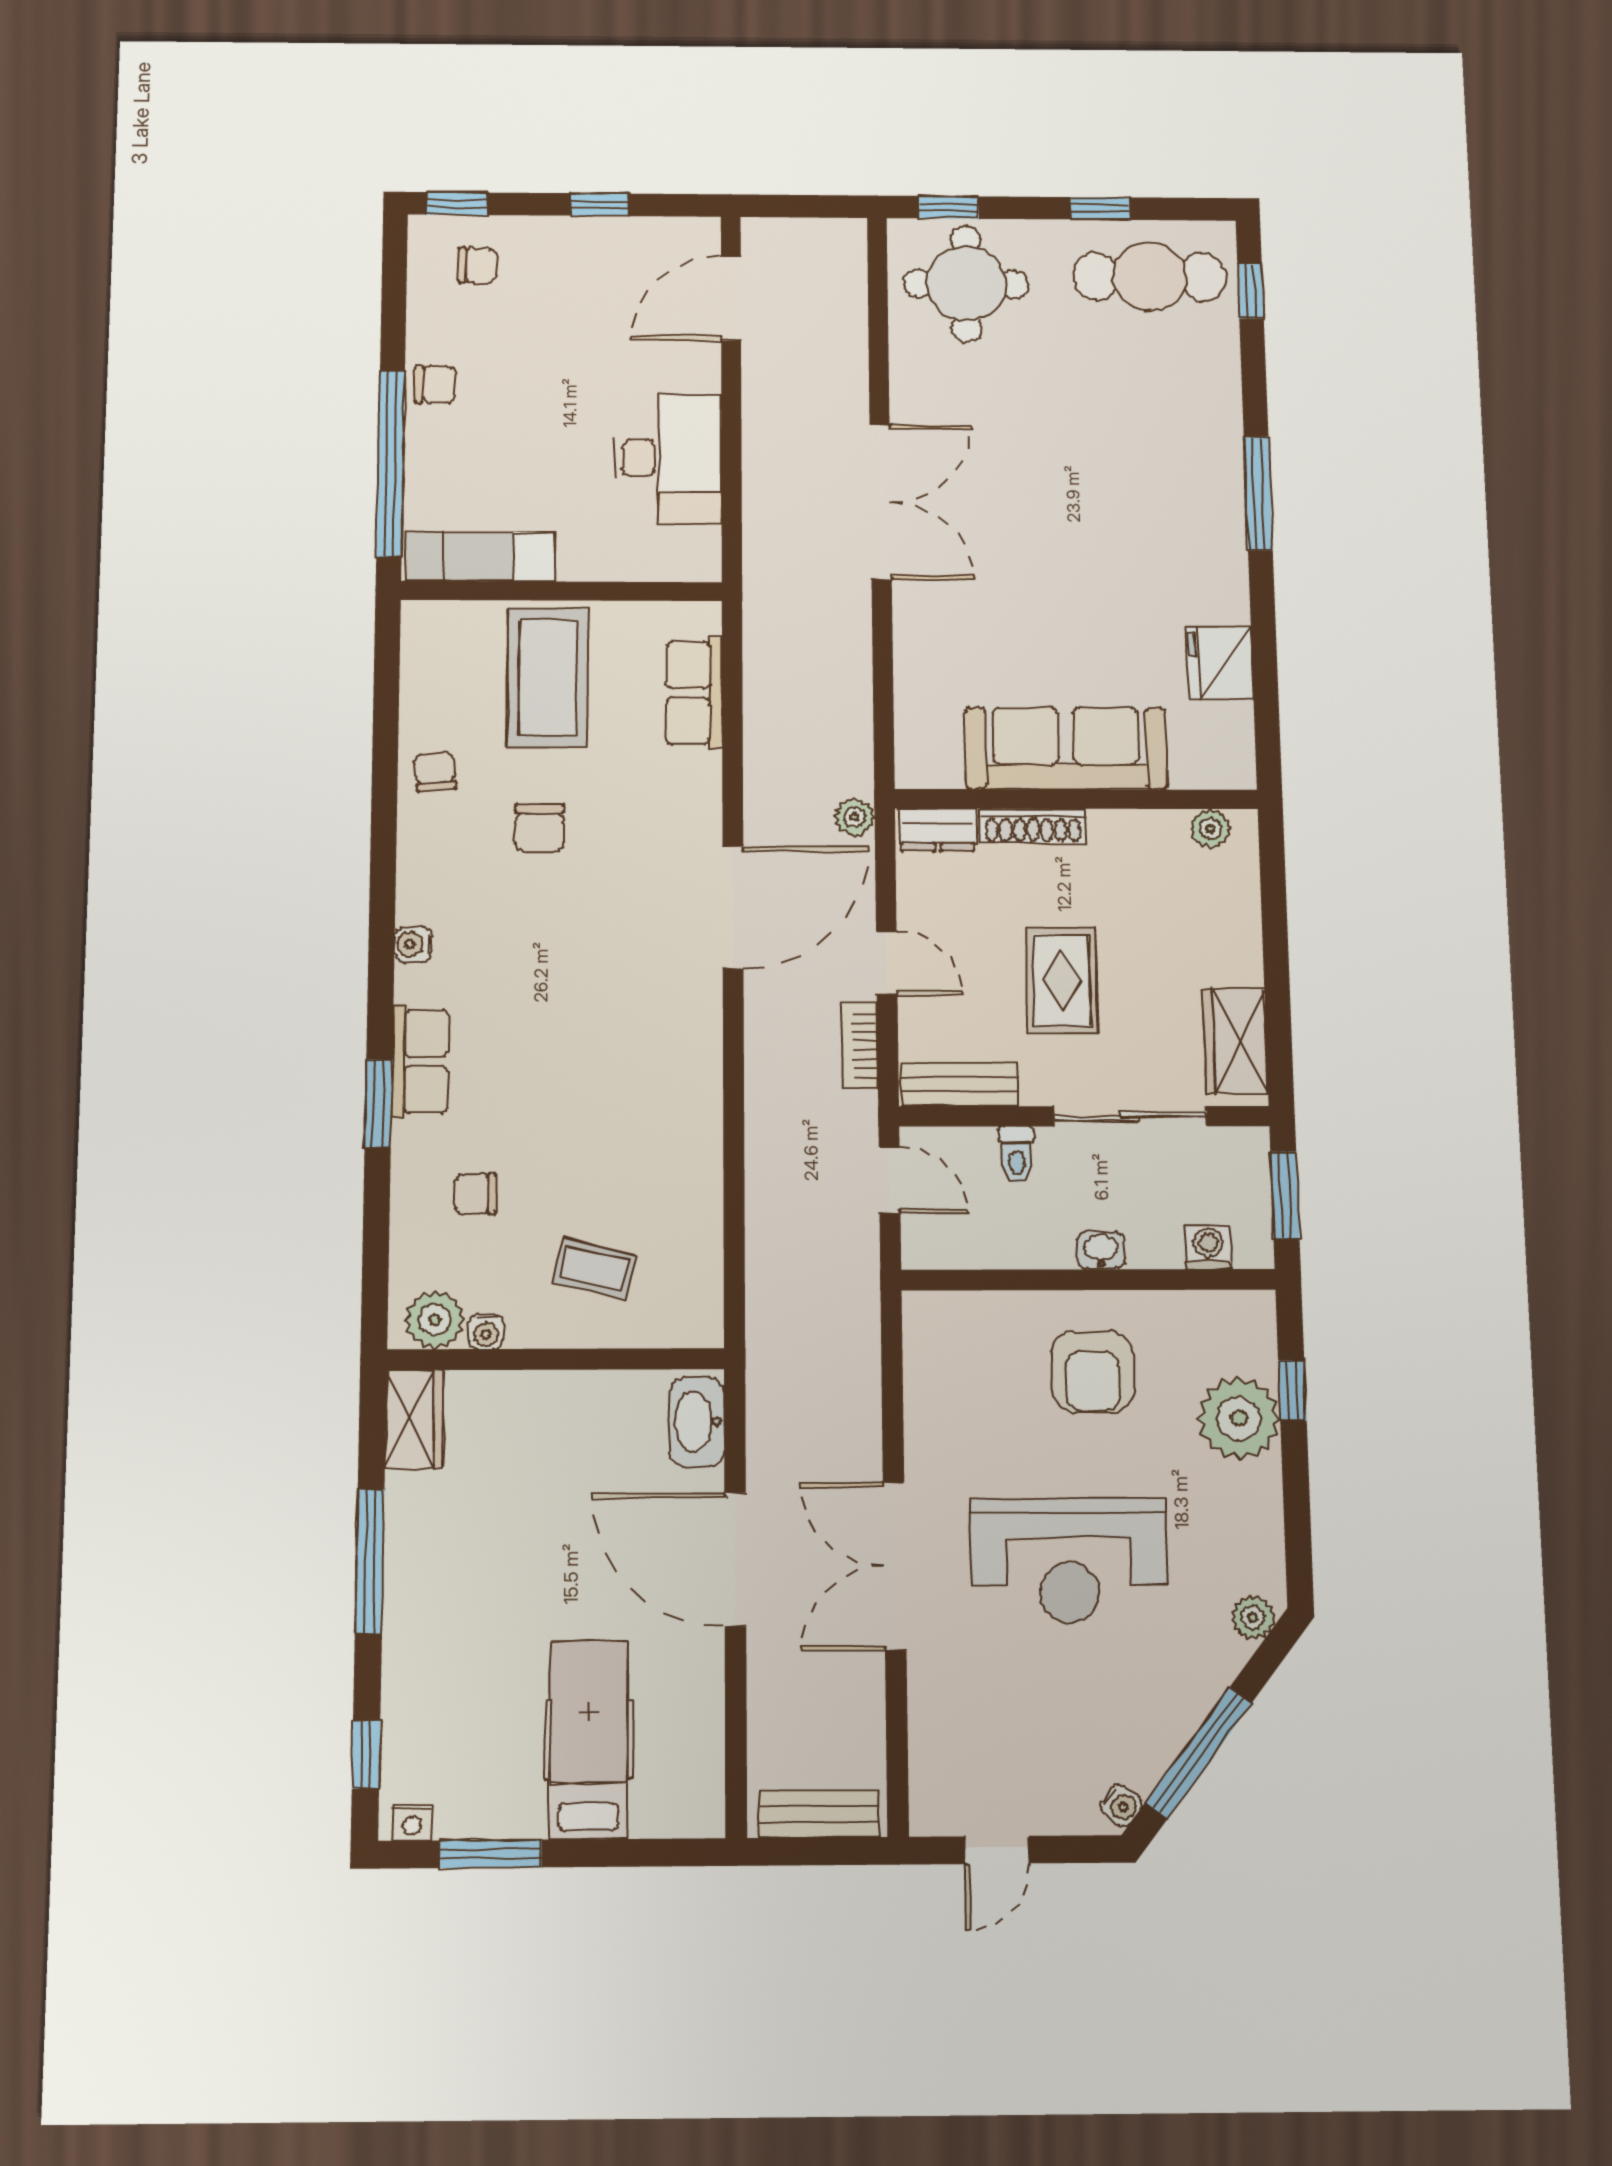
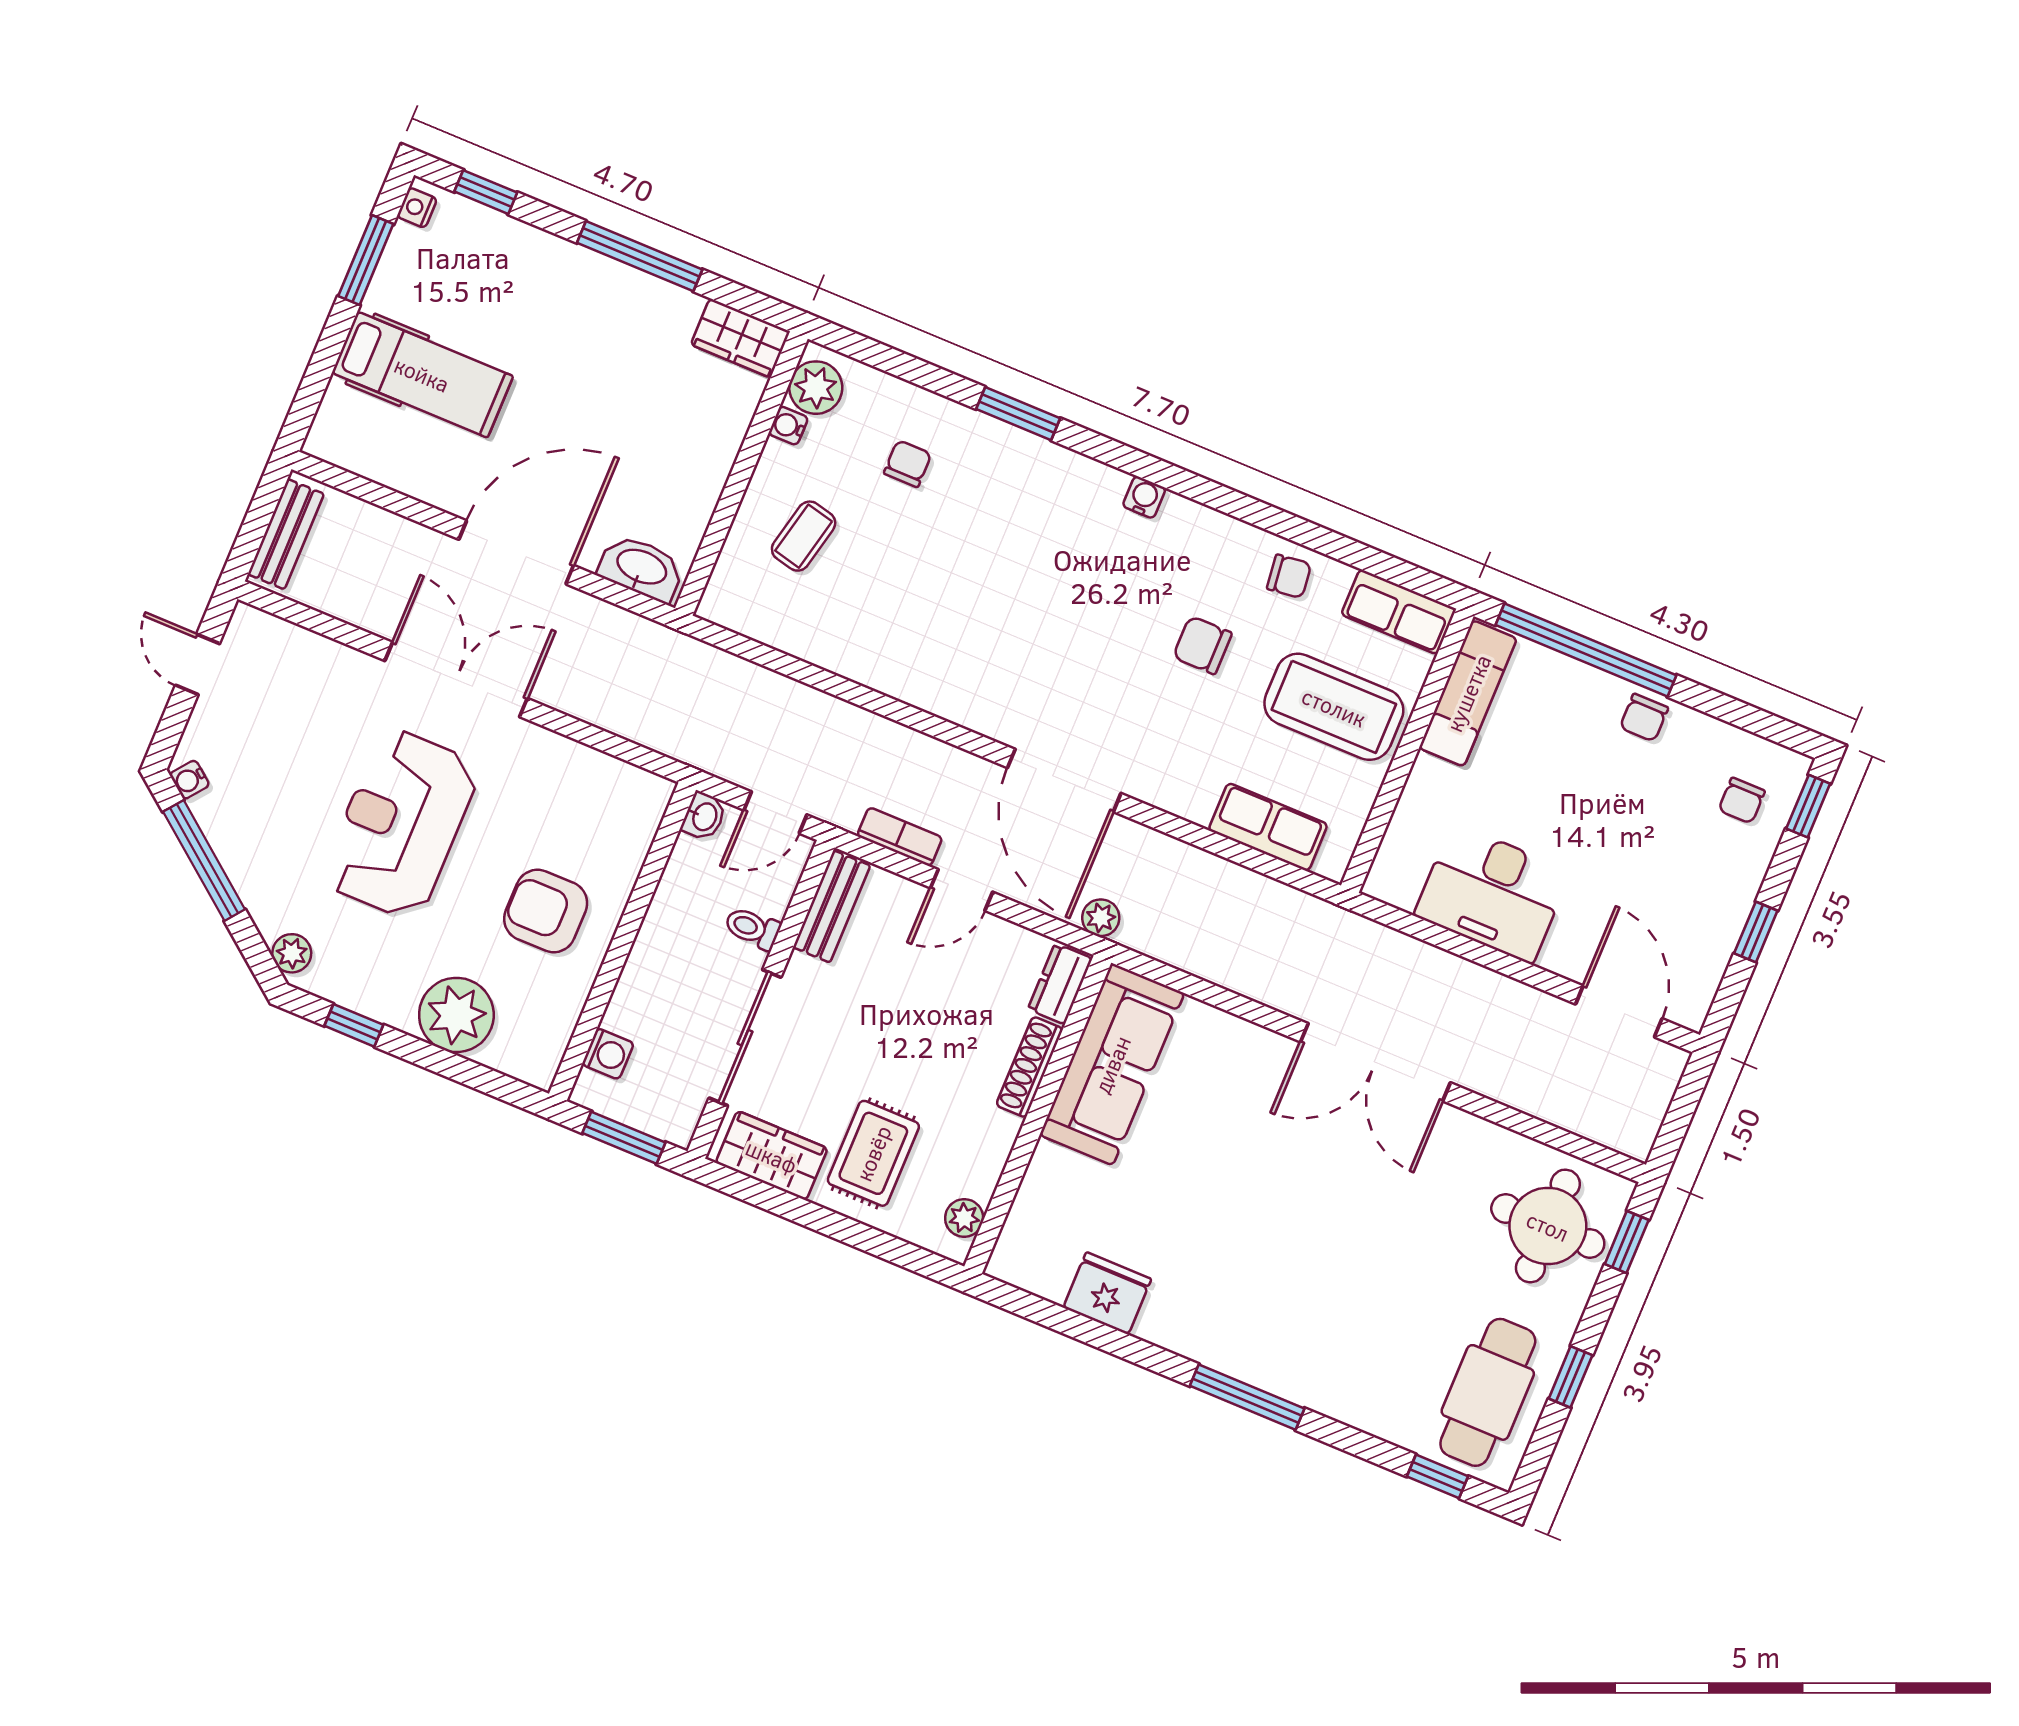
sofa: (1066, 748) -> (1112, 1064), moved
rug: (1062, 980) -> (873, 1153), moved, turned 90
row of seats: (420, 1061) -> (1399, 612), moved
washbasin: (1101, 1250) -> (704, 816), moved
window: (1292, 1390) -> (354, 1025), moved

